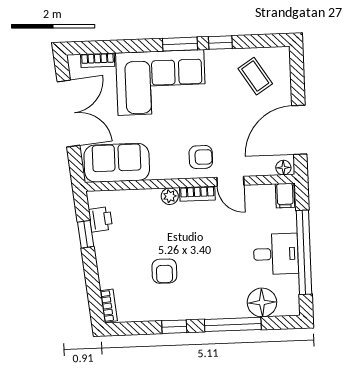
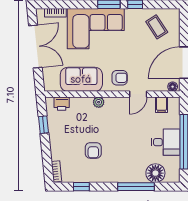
sofa: (117, 163) -> (81, 79), moved
door: (230, 181) -> (138, 94), hinge flipped
bookcase: (197, 194) -> (116, 101), removed
filing cabinet: (285, 196) -> (161, 105), moved
printer: (100, 219) -> (62, 104), moved, turned 96
window: (174, 327) -> (81, 187), moved

